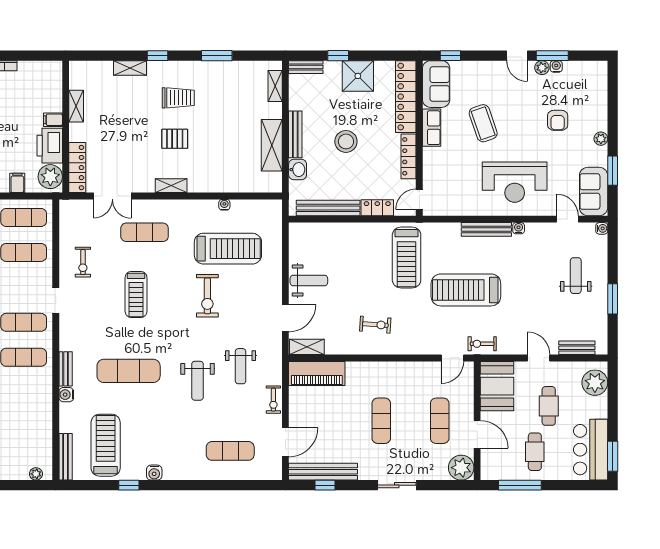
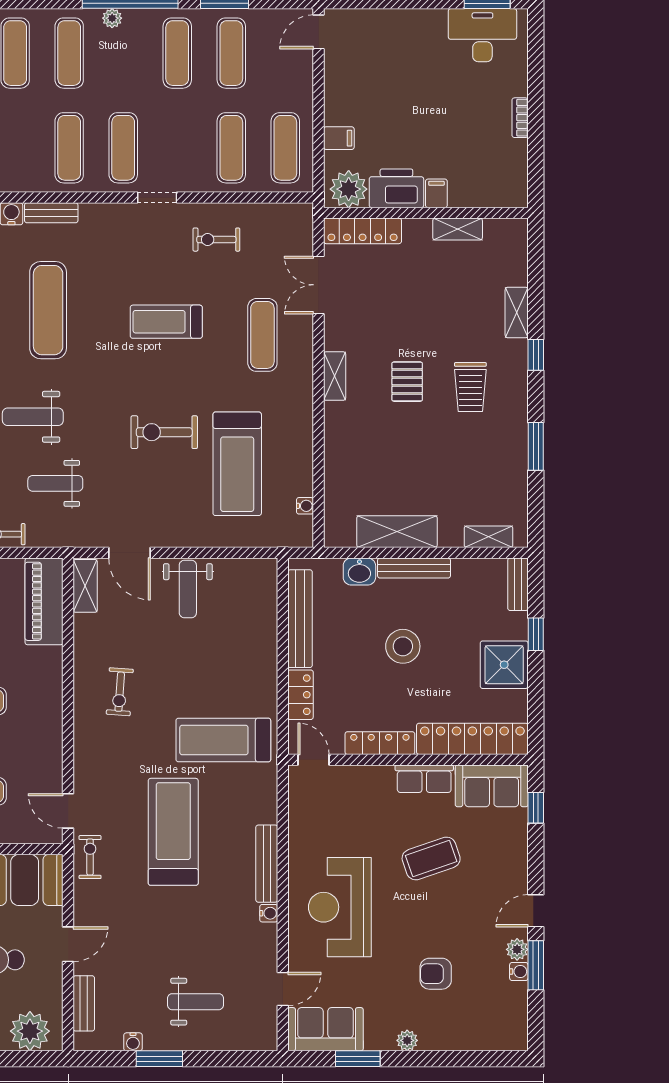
water cooler: (224, 205) -> (305, 506), moved
water cooler: (602, 228) -> (133, 1042), moved

